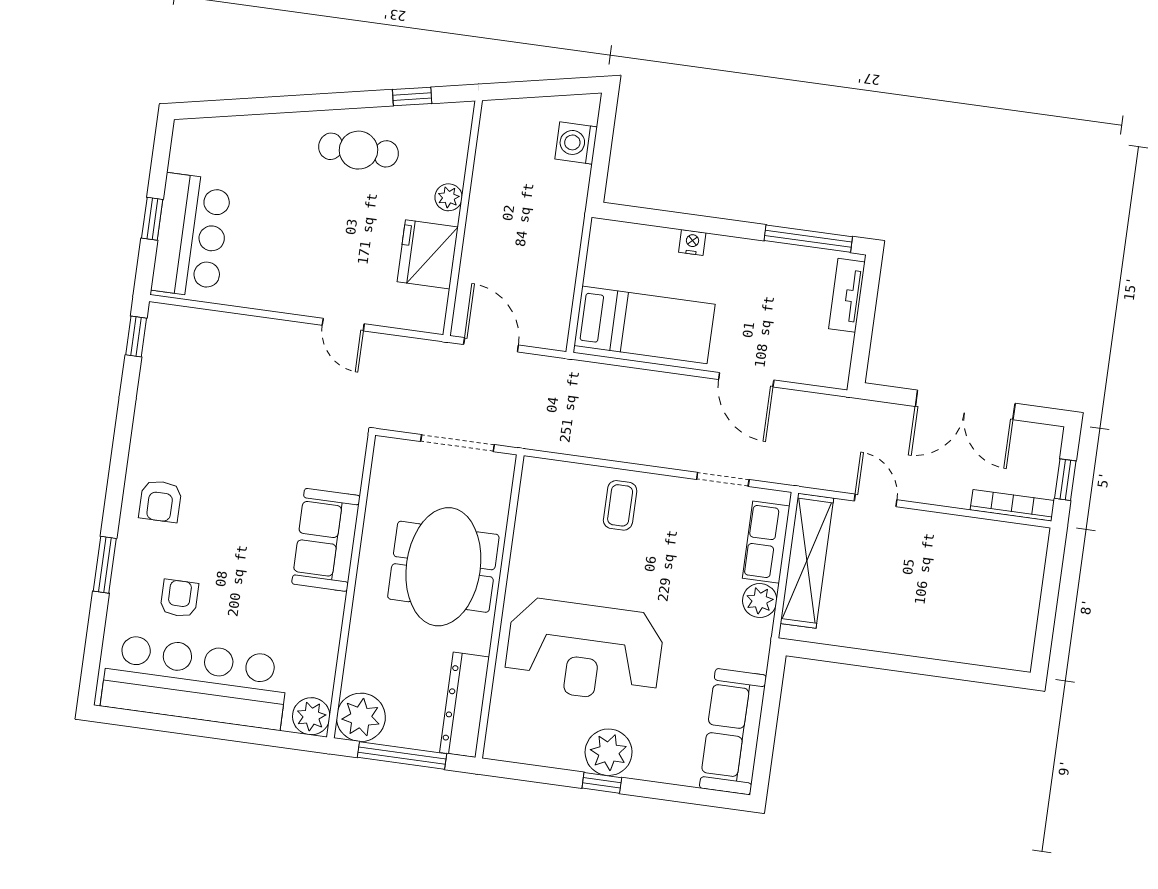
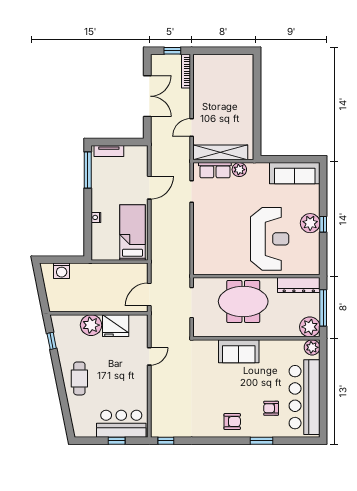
cafe table: (358, 150) -> (79, 378), moved
plant: (449, 197) -> (91, 325), width x1.88, depth x1.88
coffee table: (620, 505) -> (208, 232), removed

